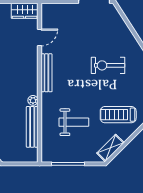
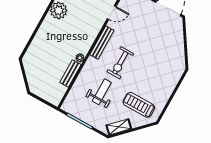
exercise bike: (108, 65) -> (120, 63), moved, turned -90
weight bench: (74, 122) -> (102, 92), turned -90
bench: (32, 127) -> (70, 74), width x0.73

